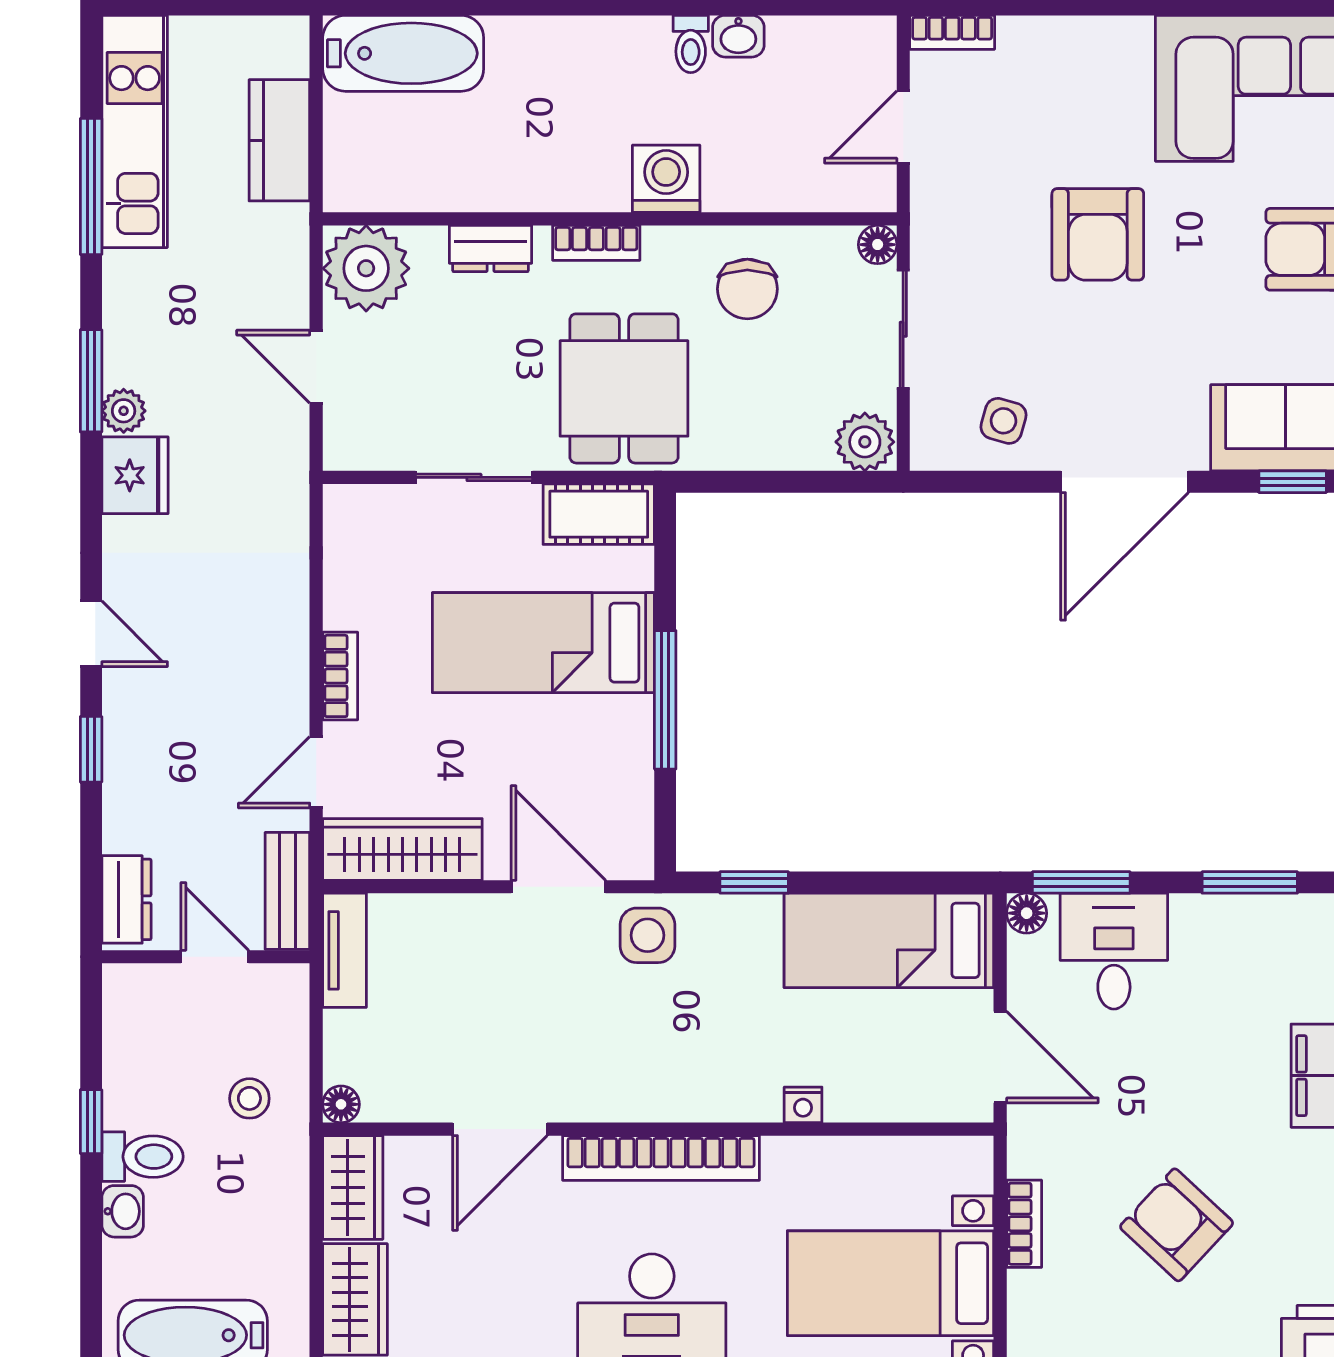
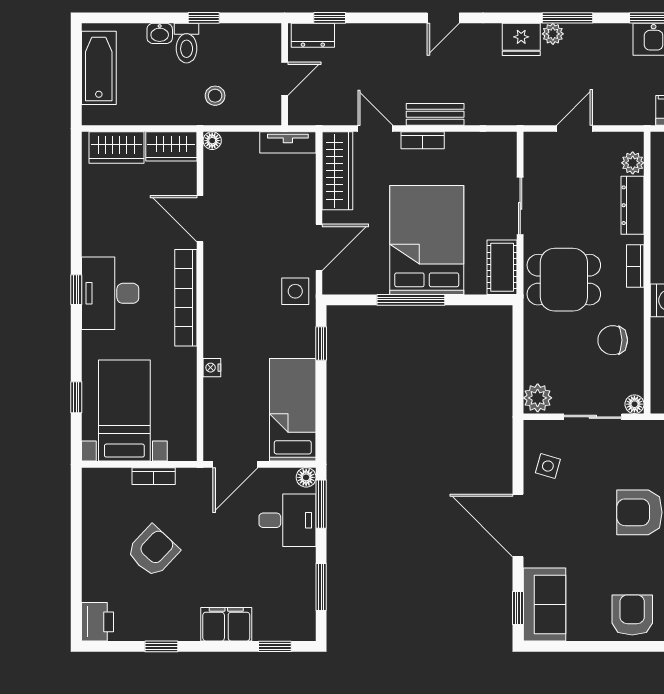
dresser: (491, 249) -> (633, 205), width x1.44
plant: (366, 268) -> (633, 163), width x0.53, depth x0.53
bed: (543, 643) -> (427, 240), width x1.50
window: (91, 749) -> (330, 18), moved
bench: (287, 891) -> (435, 114), moved

